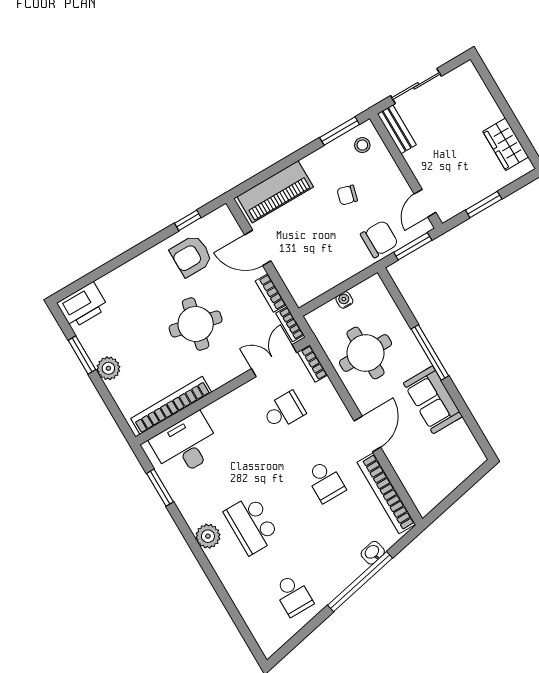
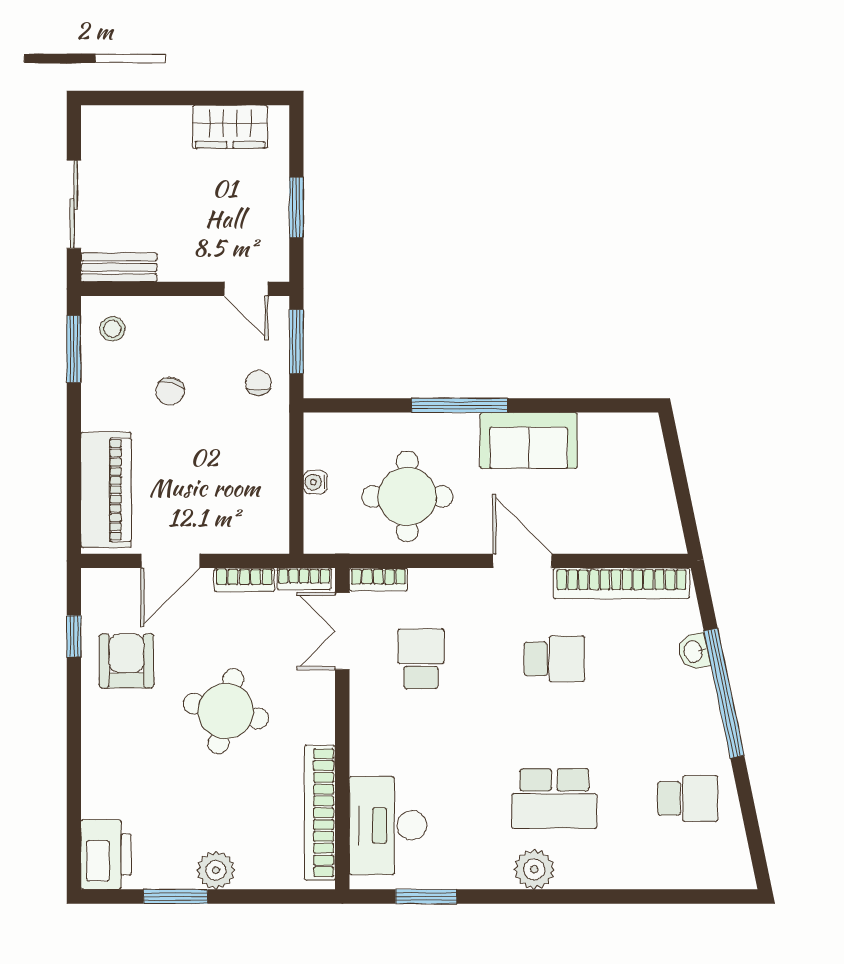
chair: (379, 239) -> (258, 383), width x0.54, depth x0.54
armchair: (191, 256) -> (126, 661), turned 180

